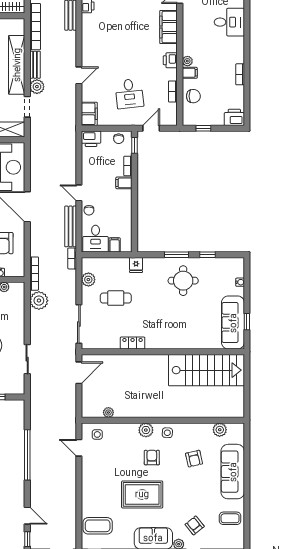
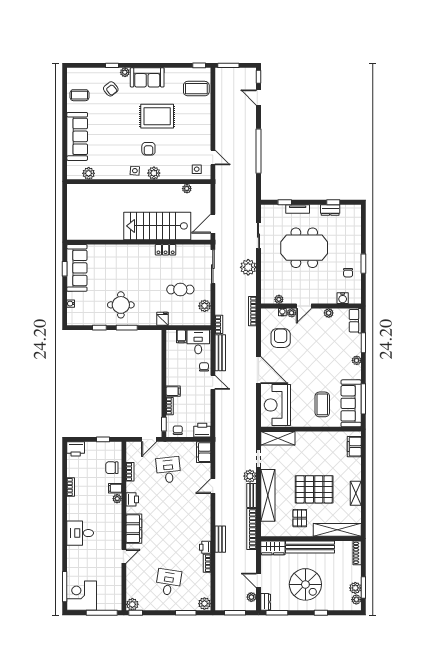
plant: (39, 301) -> (248, 267), moved
stairs: (206, 370) -> (157, 226), moved
armchair: (194, 459) -> (111, 148), removed

